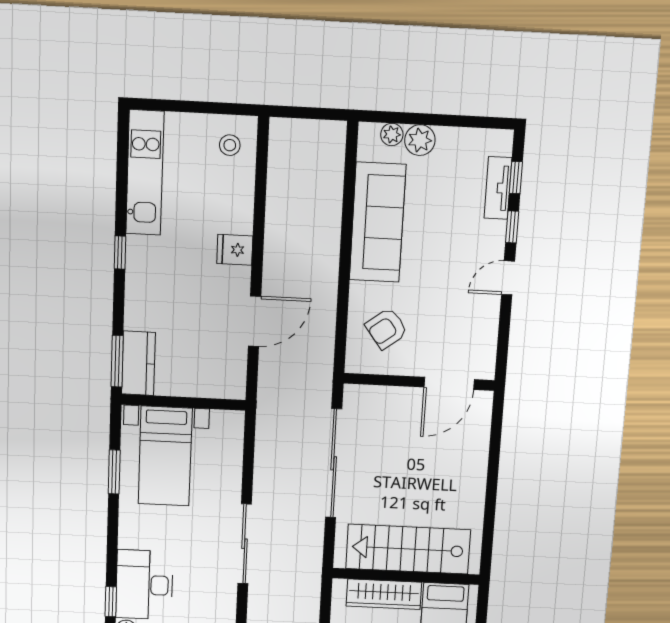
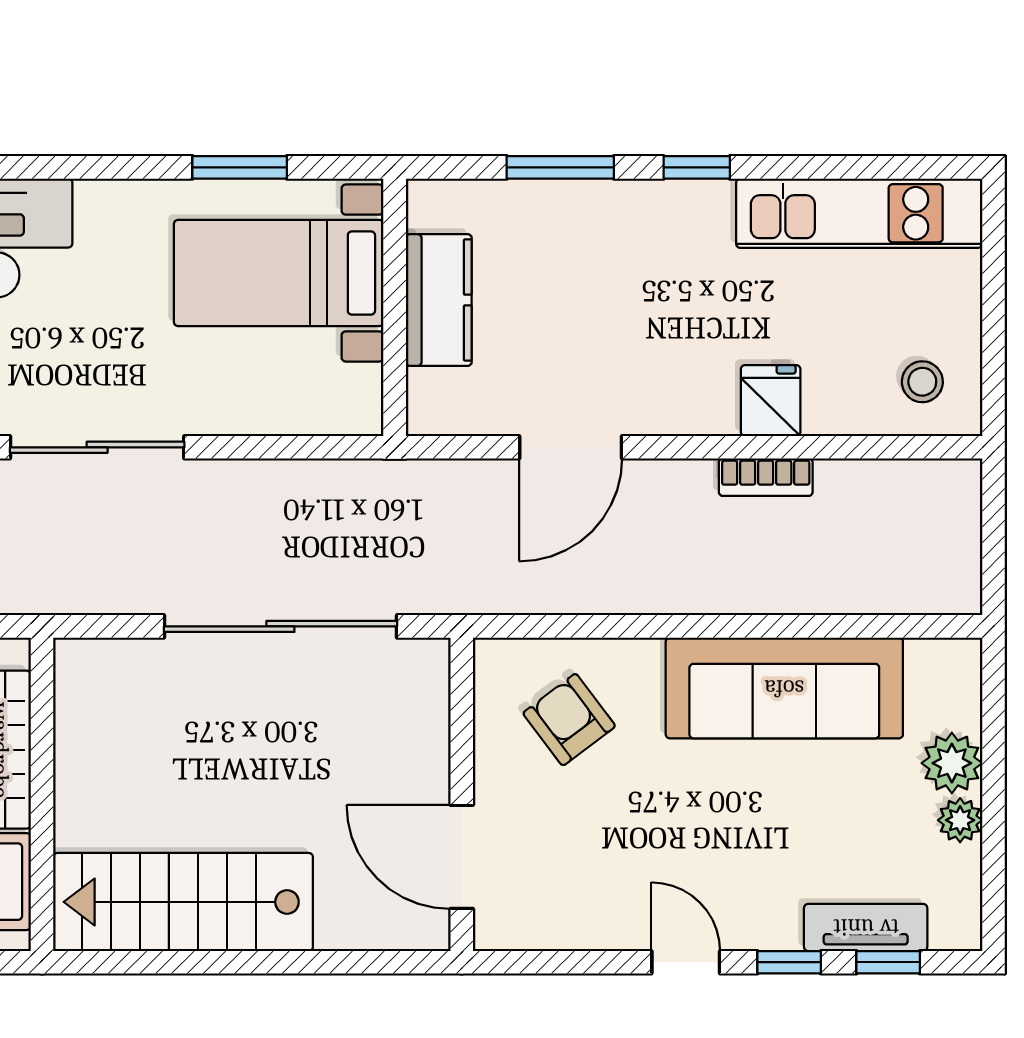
plant: (392, 134) -> (960, 820), moved
bookcase: (274, 226) -> (766, 477), added
fridge: (235, 250) -> (771, 401), moved
door: (255, 321) -> (571, 447), hinge flipped
window: (117, 361) -> (560, 167), moved
kitchen counter: (138, 363) -> (439, 300), moved, turned -90
stairs: (408, 549) -> (183, 902), moved, turned -90

